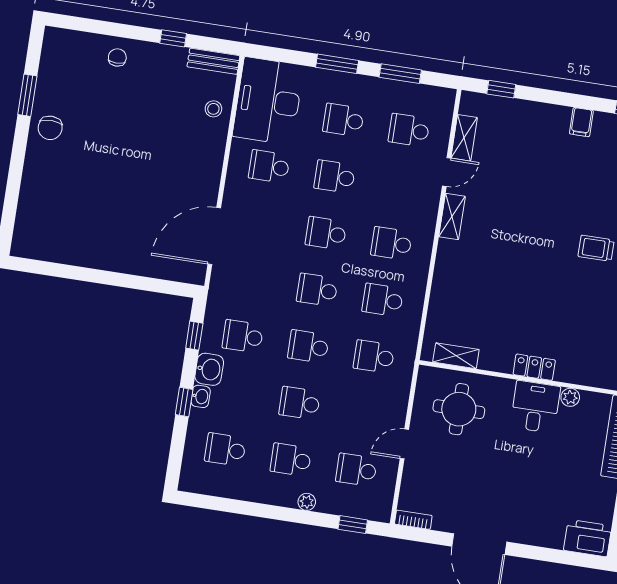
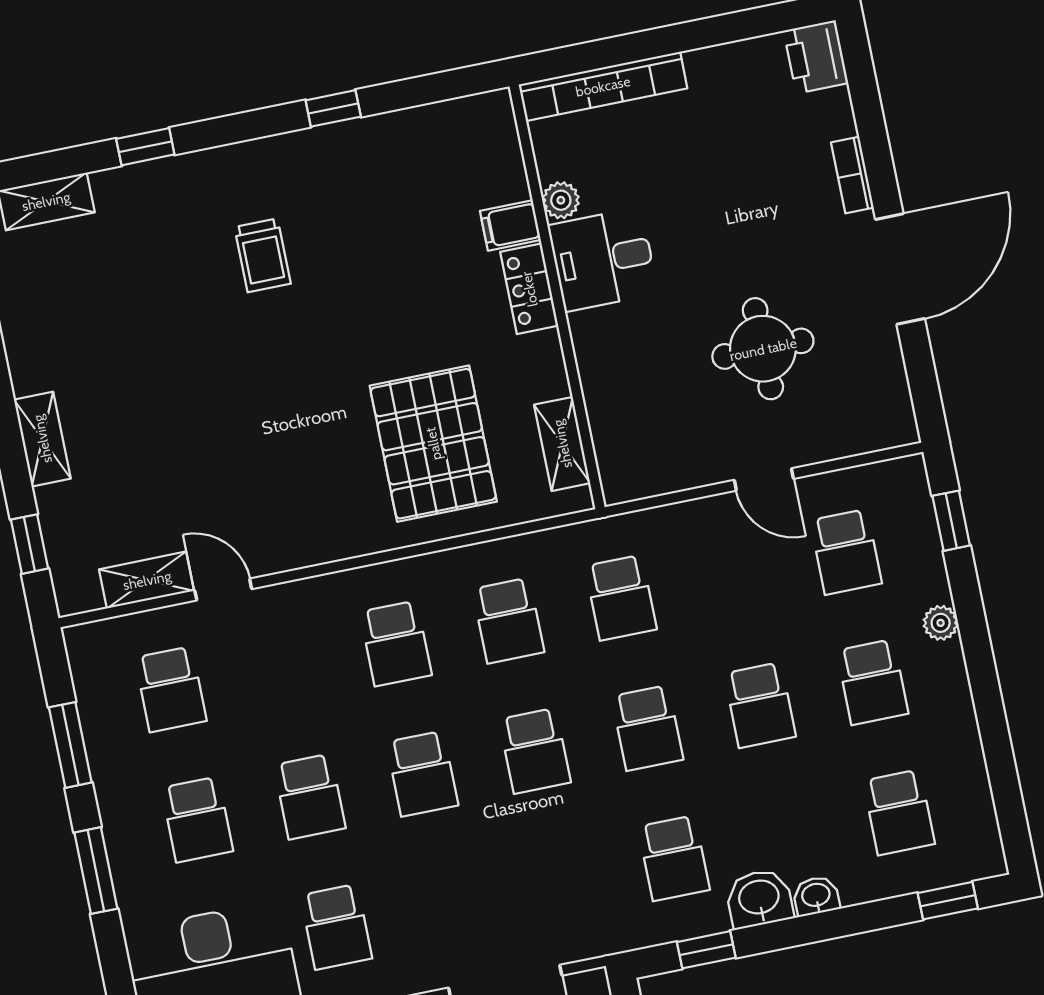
filing cabinet: (581, 122) -> (510, 225), moved, turned 180
shelving: (452, 217) -> (42, 439), moved, turned 90
pallet: (478, 295) -> (433, 444), added
window: (184, 402) -> (948, 901), moved
round table: (459, 409) -> (763, 349), moved
bookcase: (413, 520) -> (852, 175), moved
printer: (588, 538) -> (816, 57), width x0.73, depth x0.84

